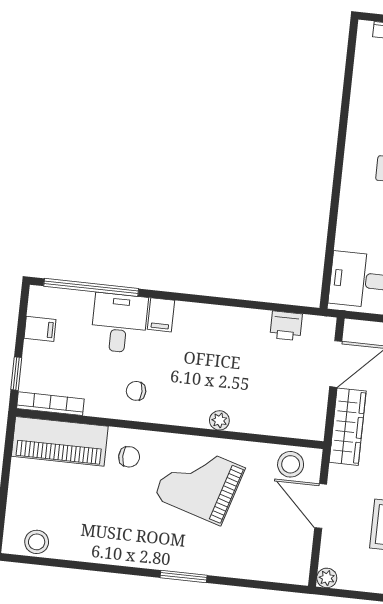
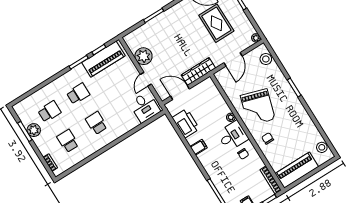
filing cabinet: (161, 315) -> (199, 147), moved
desk: (119, 323) -> (233, 136), moved, turned 180
printer: (286, 326) -> (186, 123), width x1.87, depth x1.48
piano: (60, 441) -> (297, 170), moved, turned -90
stool: (291, 464) -> (266, 59), moved

